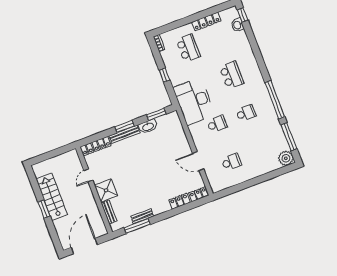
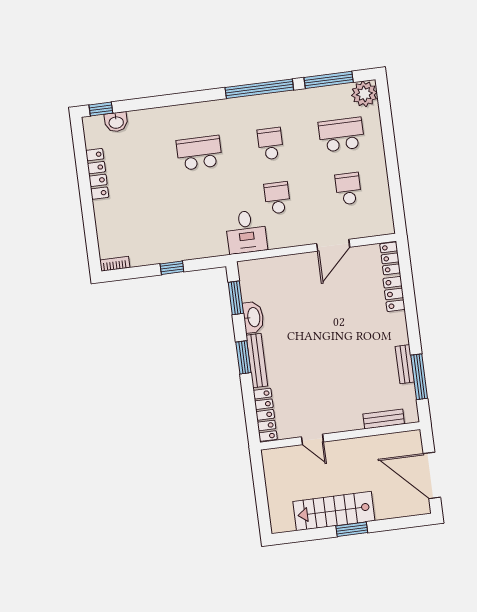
school desk: (188, 48) -> (341, 135), moved
desk: (194, 101) -> (246, 232), width x0.53, depth x0.77
shower: (106, 190) -> (345, 415), removed

